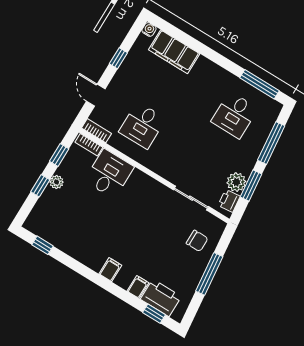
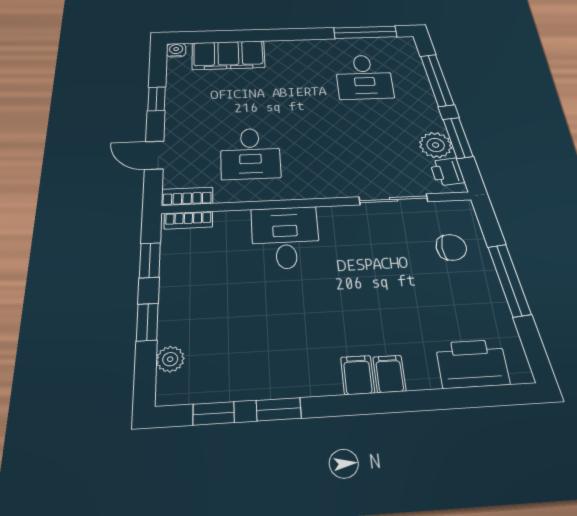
desk: (109, 174) -> (285, 238), moved
plant: (56, 182) -> (170, 359), moved
filing cabinet: (138, 287) -> (389, 374), moved
window: (154, 314) -> (279, 409), moved

